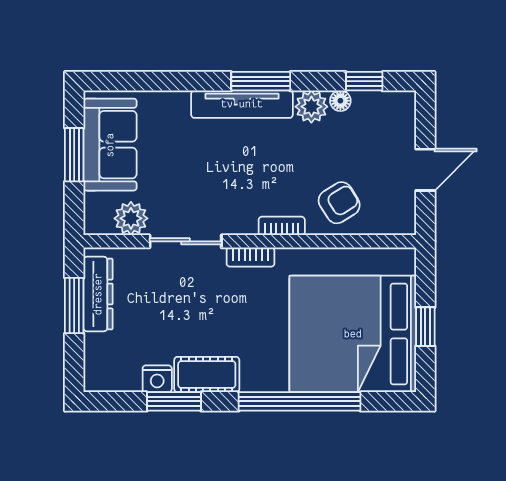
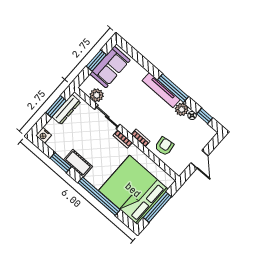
window: (261, 81) -> (173, 88), width x1.44
door: (425, 170) -> (199, 159), hinge flipped
armchair: (339, 203) -> (164, 146), turned -66
window: (425, 327) -> (157, 207), width x2.17
nightstand: (157, 379) -> (44, 135), moved

